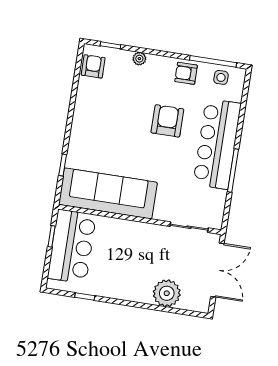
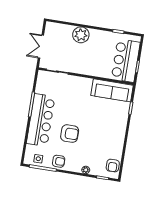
armchair: (167, 121) -> (70, 134), turned -90
sofa: (108, 193) -> (112, 90), width x0.74, depth x0.79
double door: (217, 270) -> (41, 47), width x0.73
plant: (167, 293) -> (81, 35), moved

